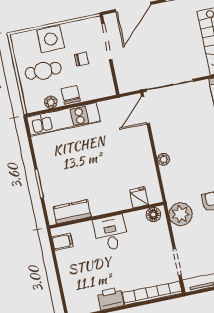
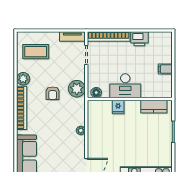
fridge: (139, 197) -> (118, 107), moved
desk: (111, 233) -> (125, 86), width x1.37
filing cabinet: (62, 242) -> (165, 69), moved

